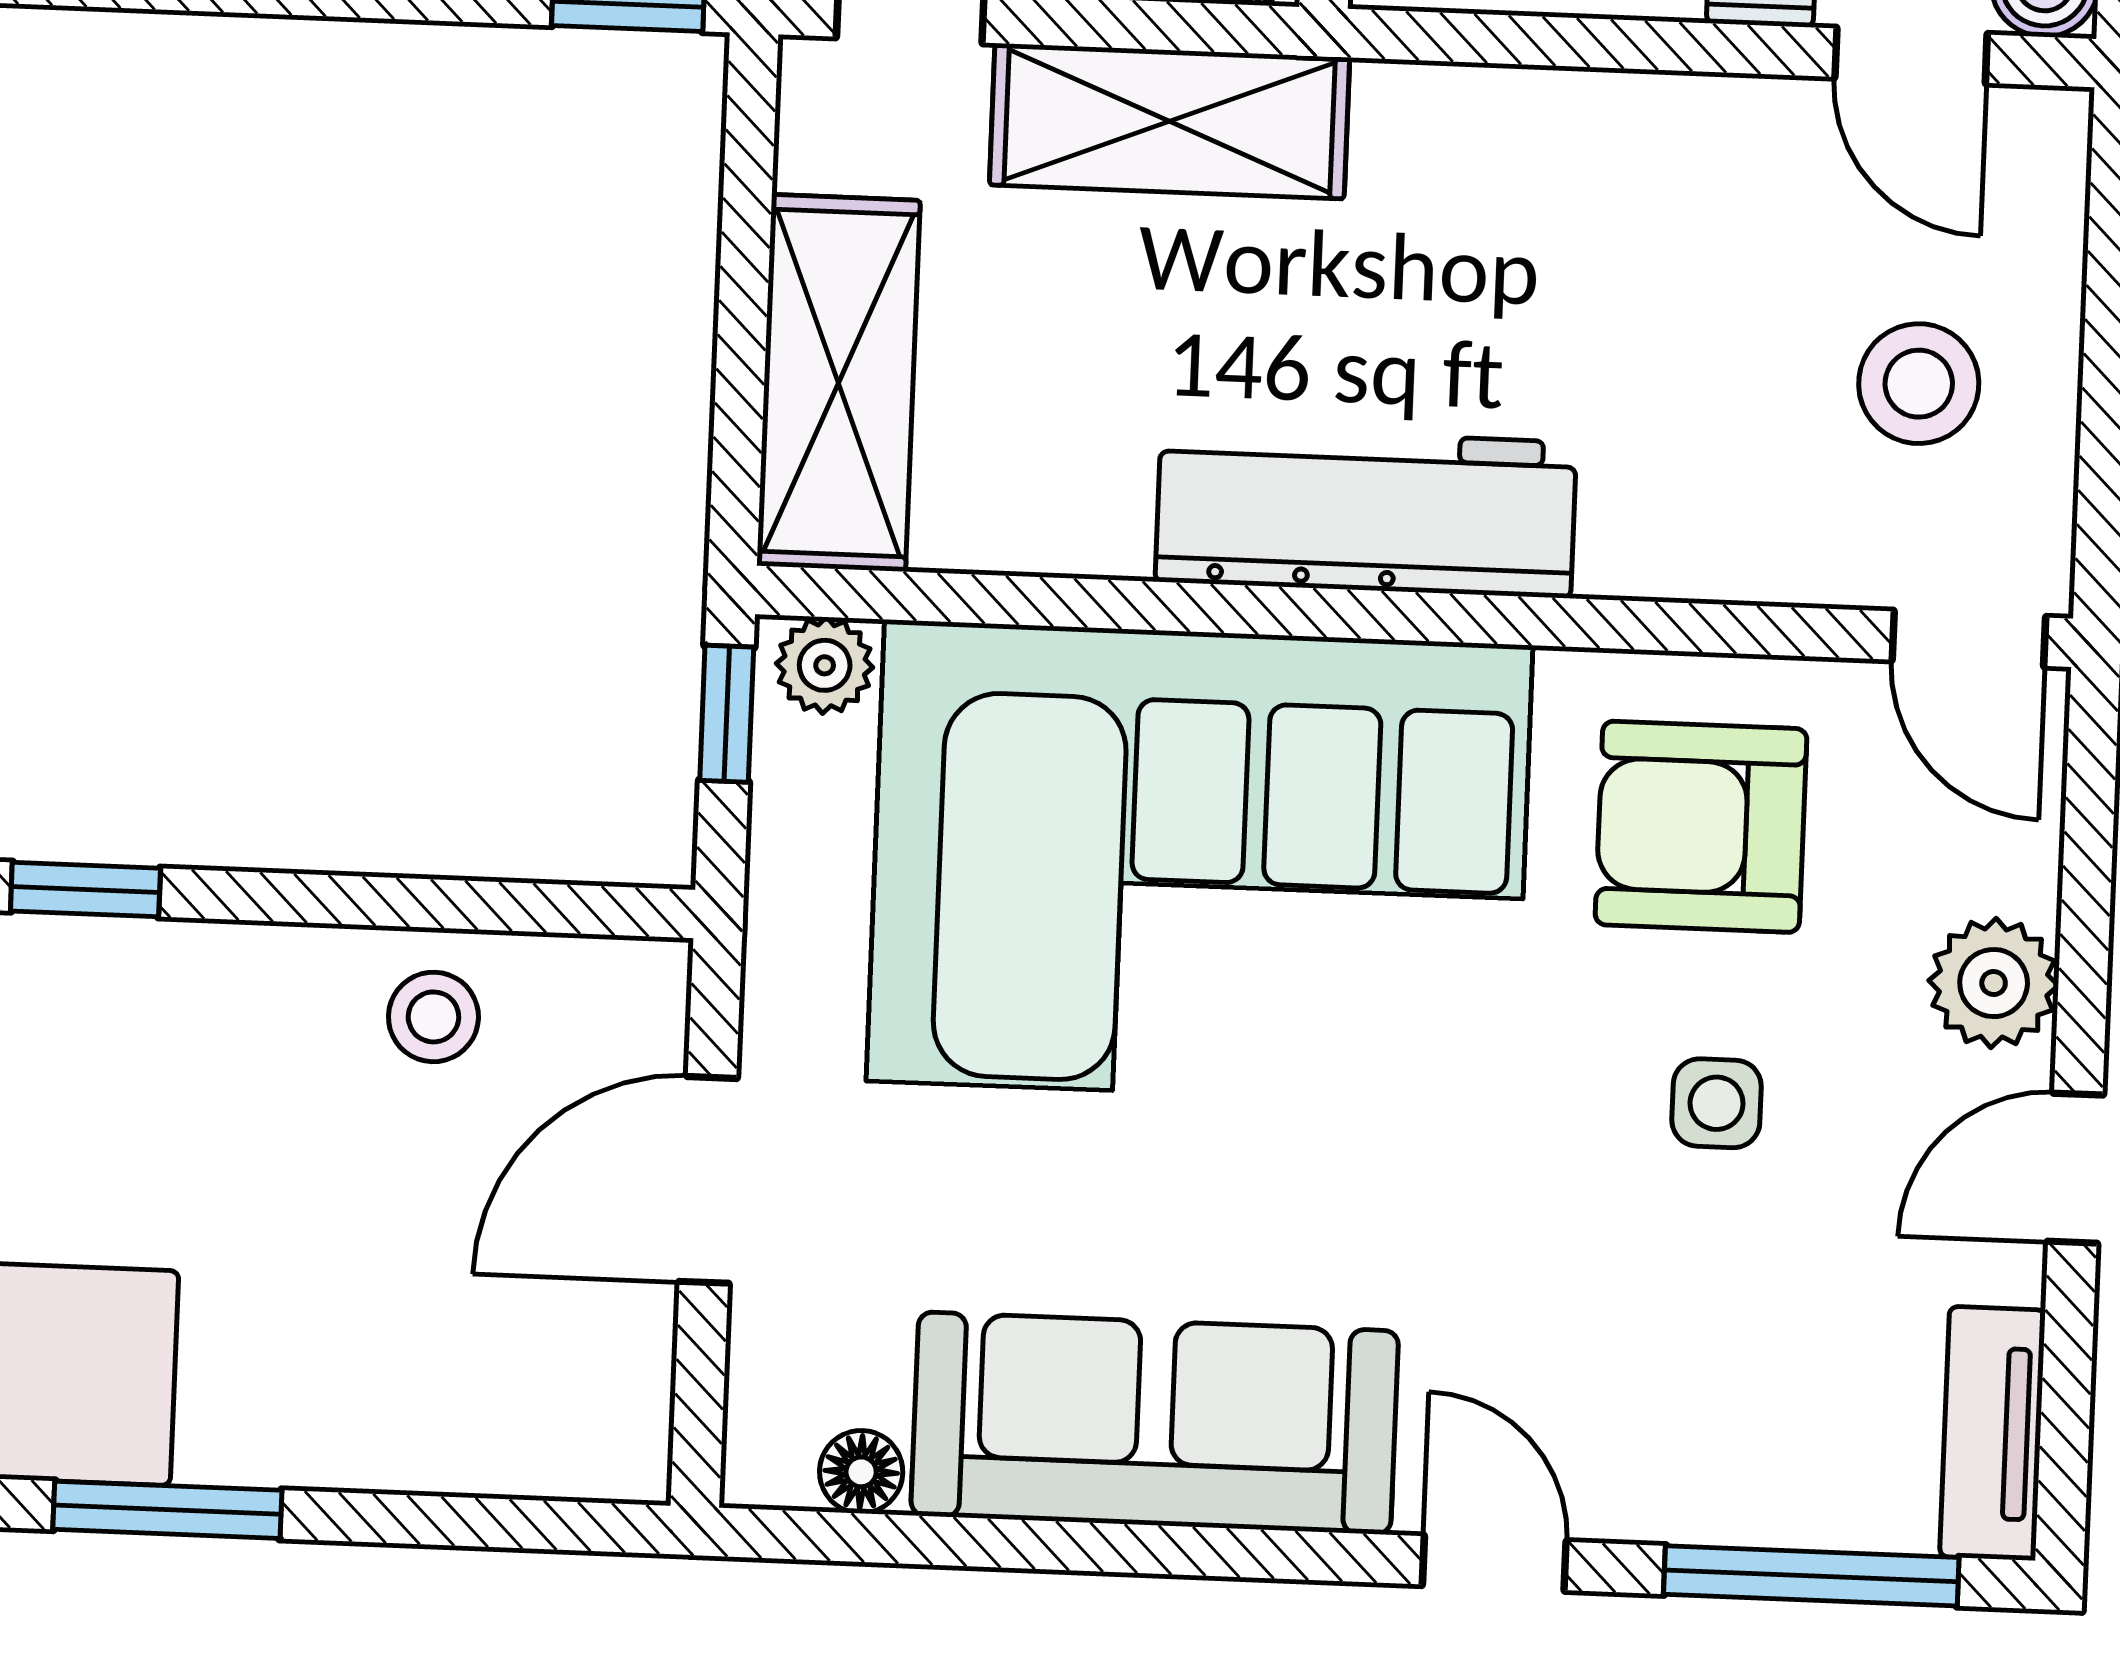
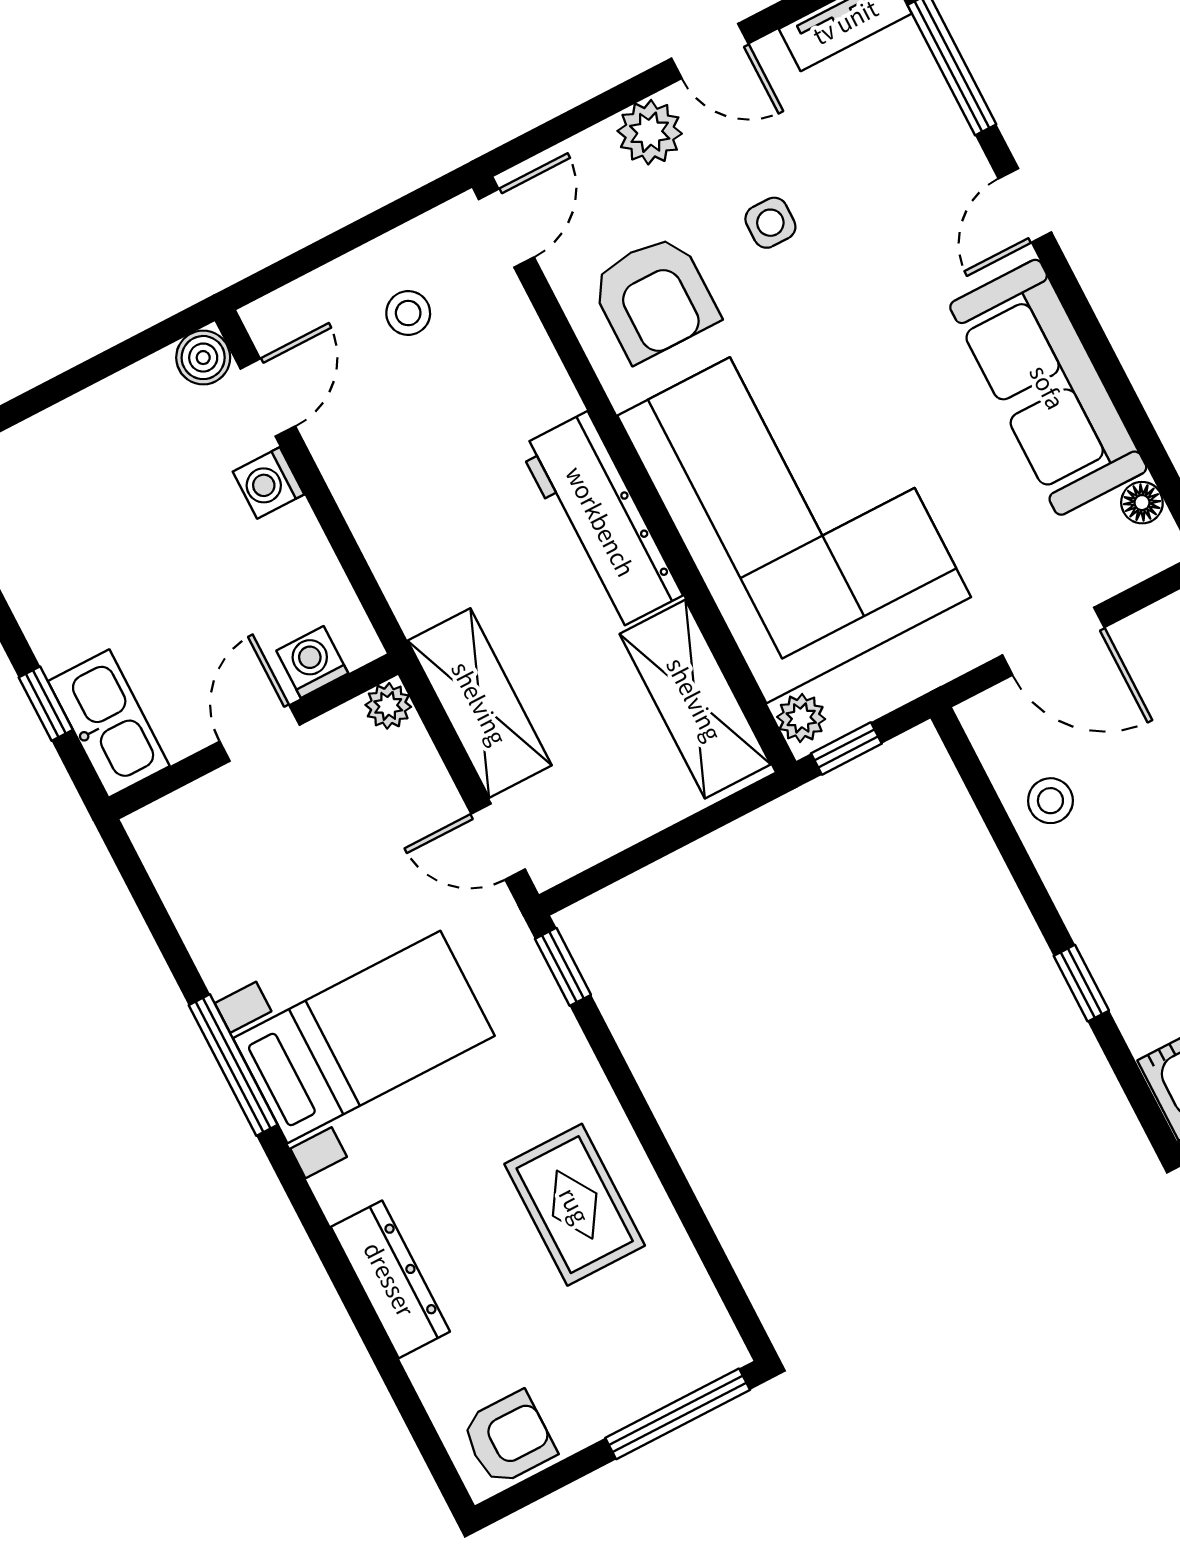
shelving: (839, 383) -> (695, 699), moved, turned 90
stool: (1919, 384) -> (408, 313), width x0.73, depth x0.73

